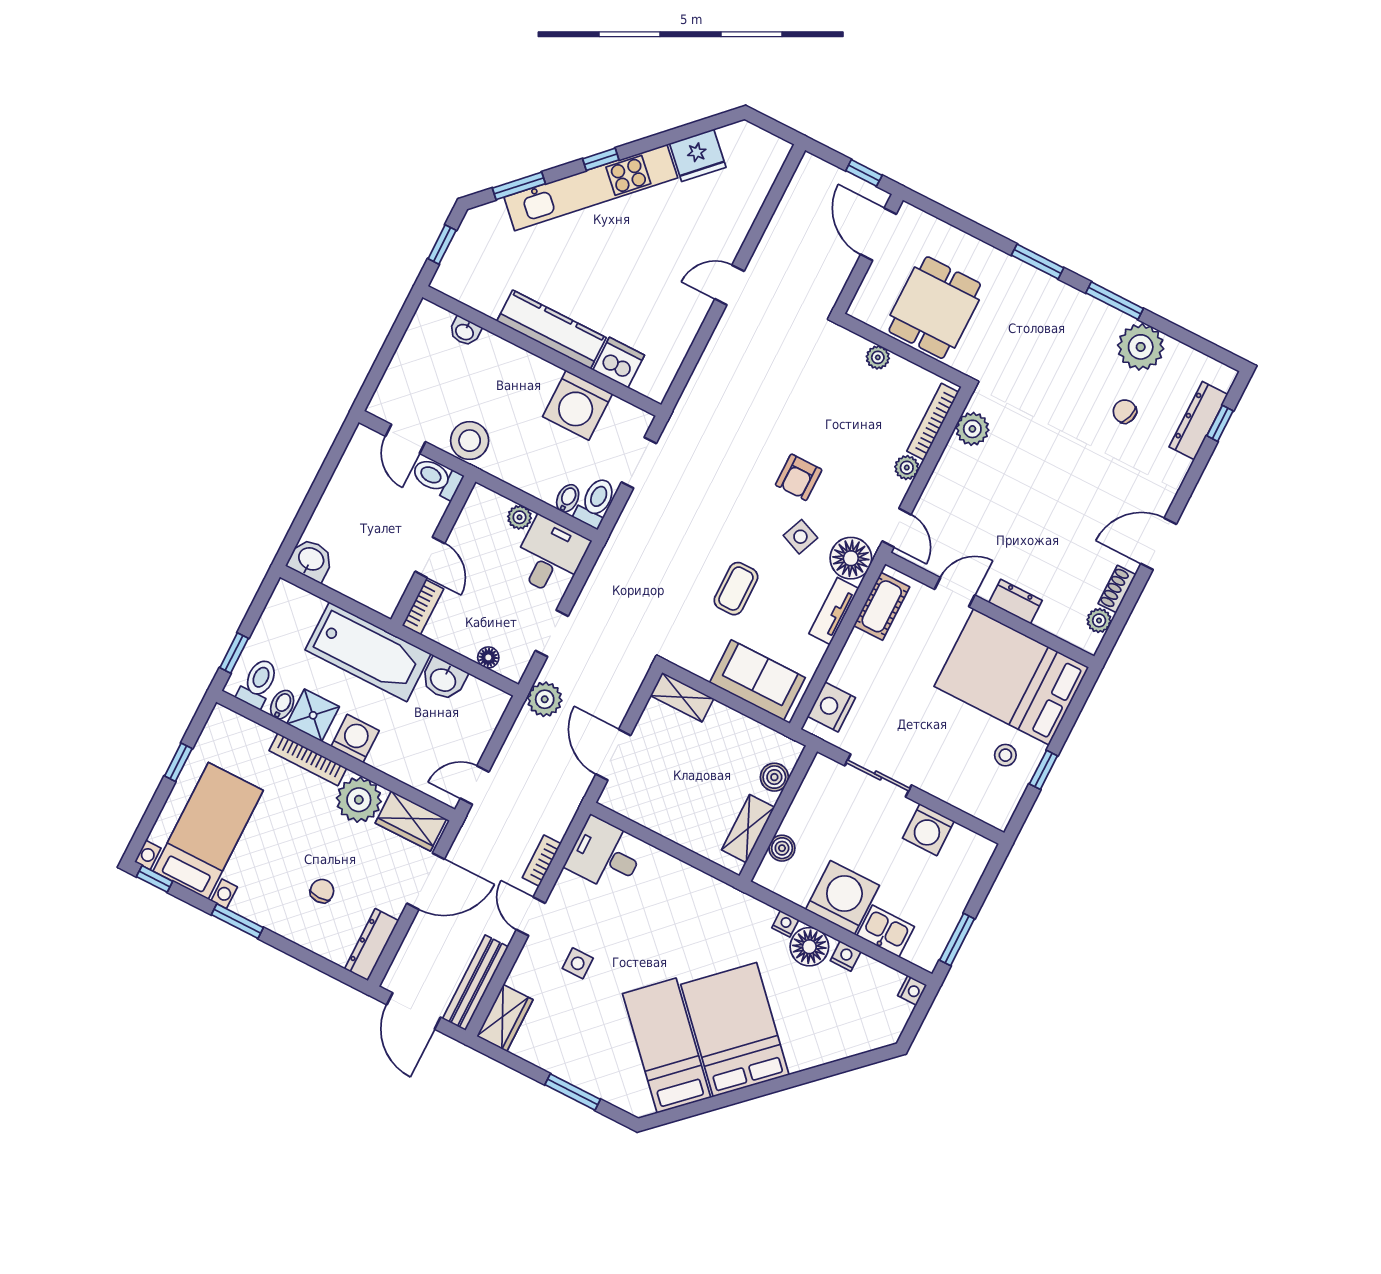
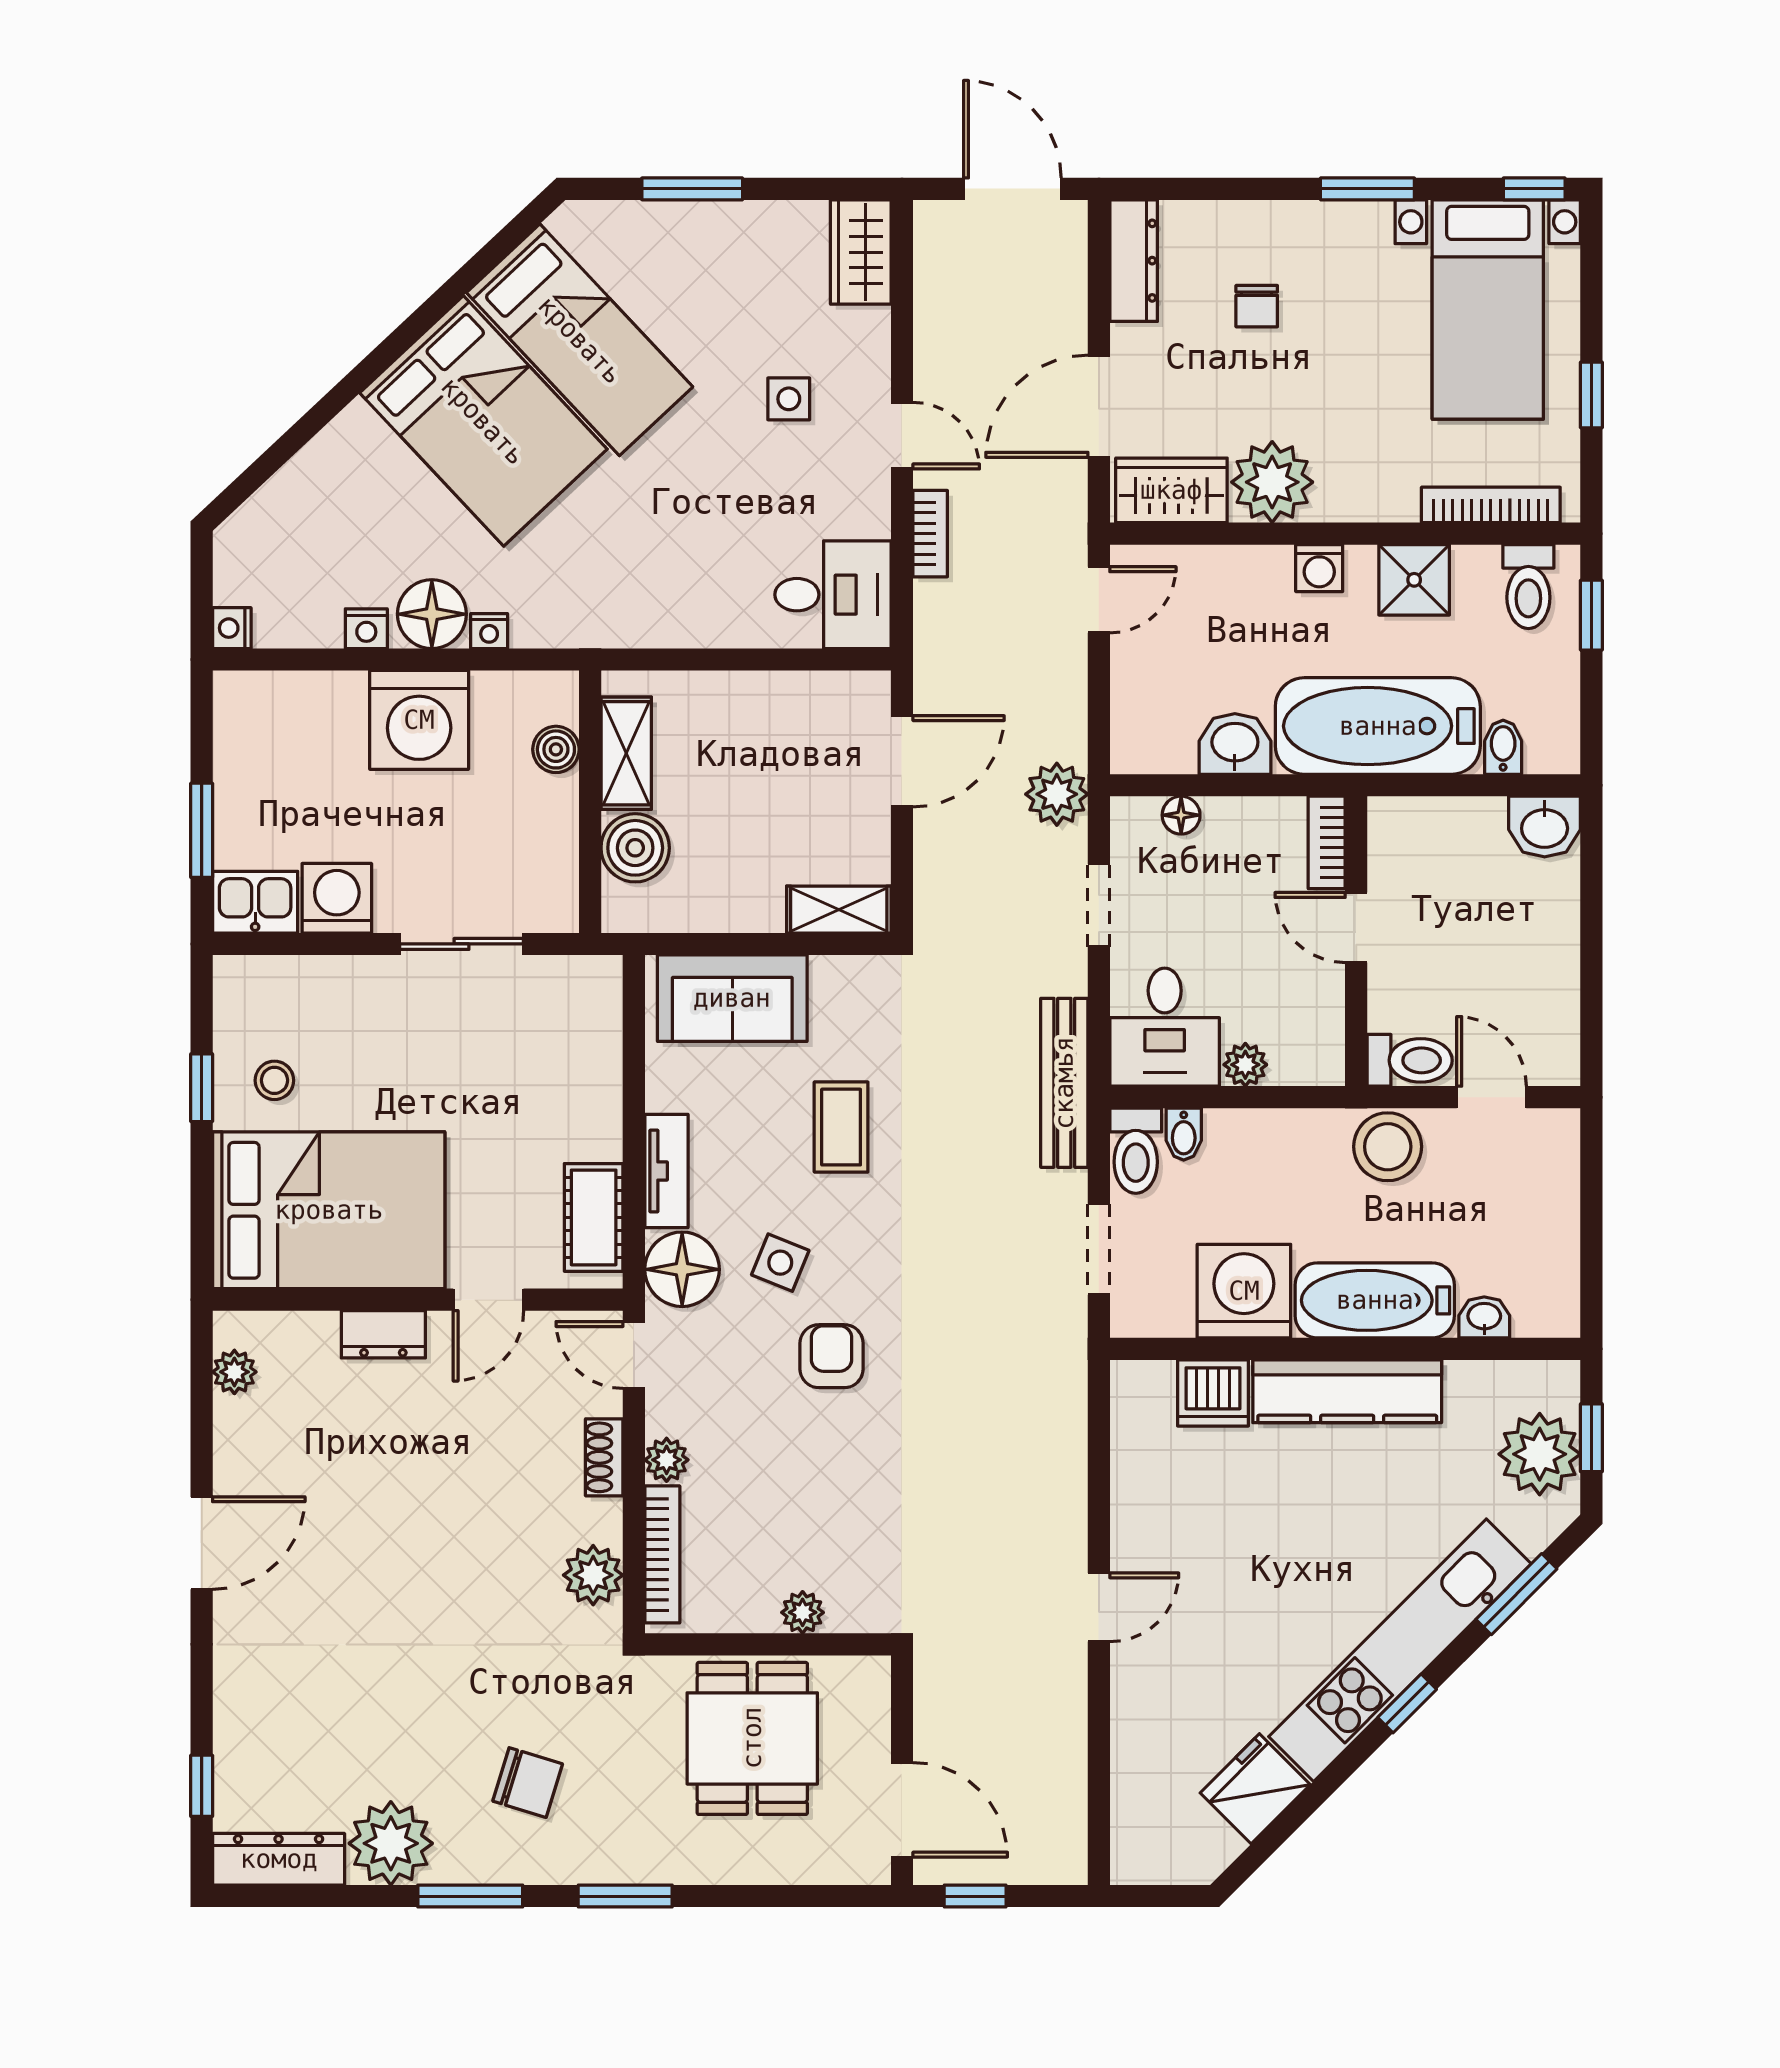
plant: (472, 250) -> (1540, 1454), added
bathtub: (515, 368) -> (1375, 1300), added
chair: (1125, 411) -> (528, 1783), moved, width x1.37, depth x1.37
dresser: (1198, 421) -> (279, 1859), moved, turned -90
shoe rack: (1117, 589) -> (604, 1457), moved, turned 180
bidet: (282, 705) -> (1503, 747), moved, turned 180
nightstand: (832, 707) -> (592, 1016), removed
washing machine: (355, 738) -> (1319, 568), width x0.73, depth x0.73
door: (613, 755) -> (902, 761), hinge flipped
bookcase: (308, 759) -> (1491, 505), moved
boiler: (774, 777) -> (635, 848), width x1.36, depth x1.36
kitchen sink: (886, 931) -> (255, 902), moved, turned 180
window: (957, 939) -> (202, 830), moved
bench: (475, 983) -> (1064, 1083), moved

